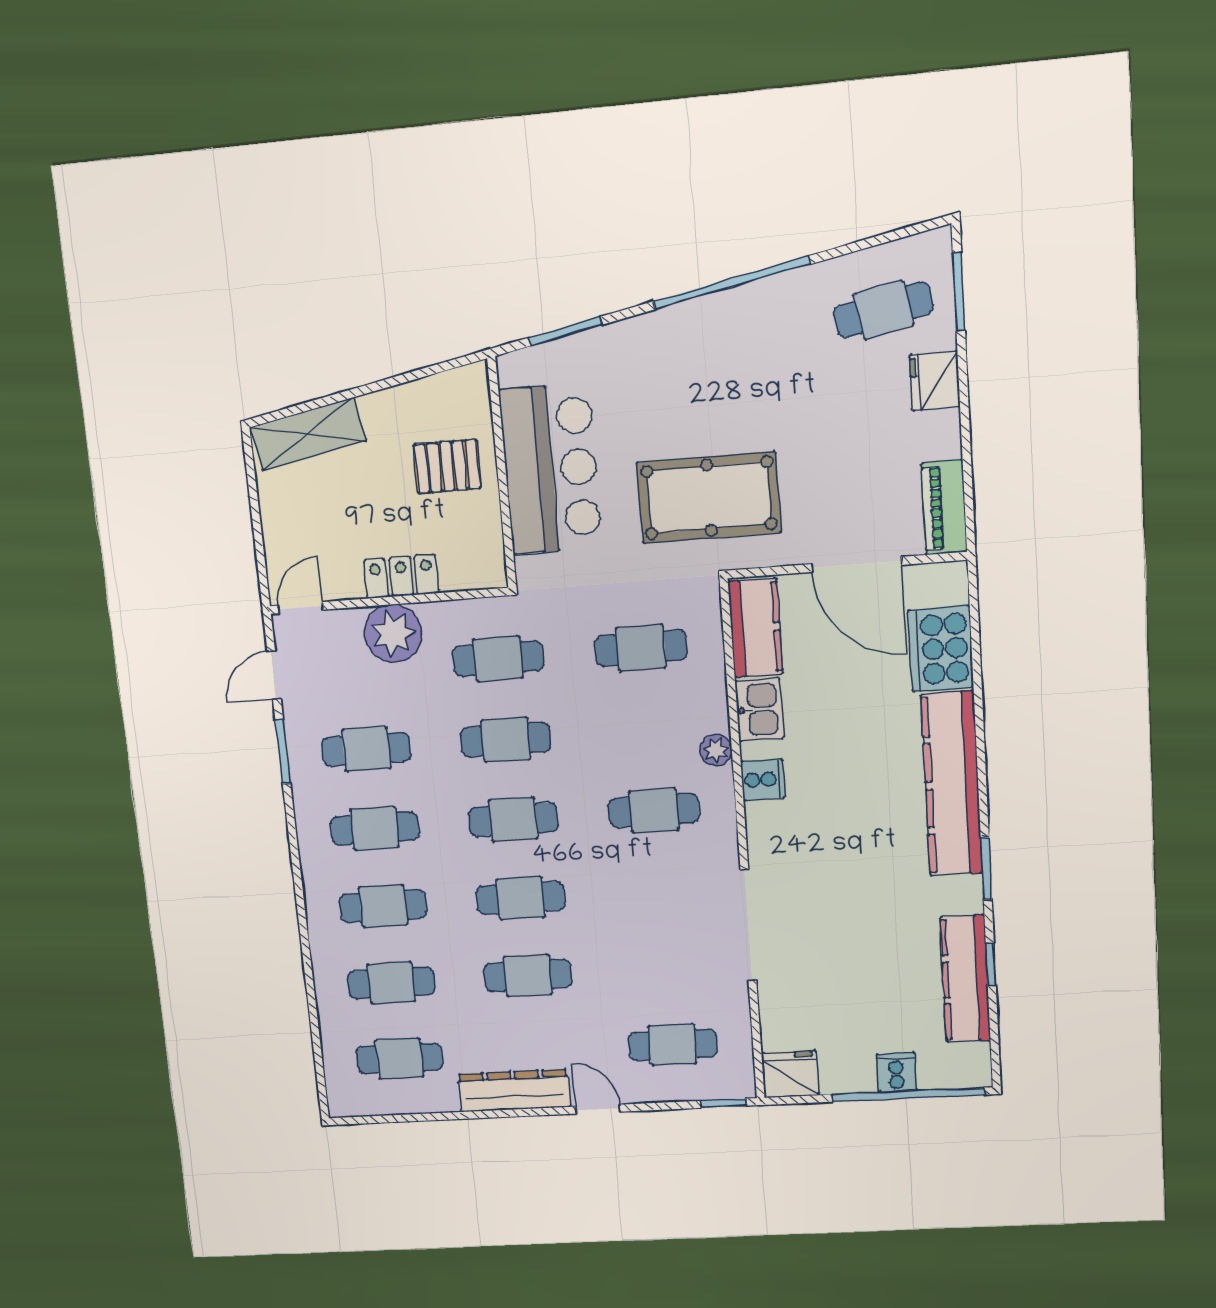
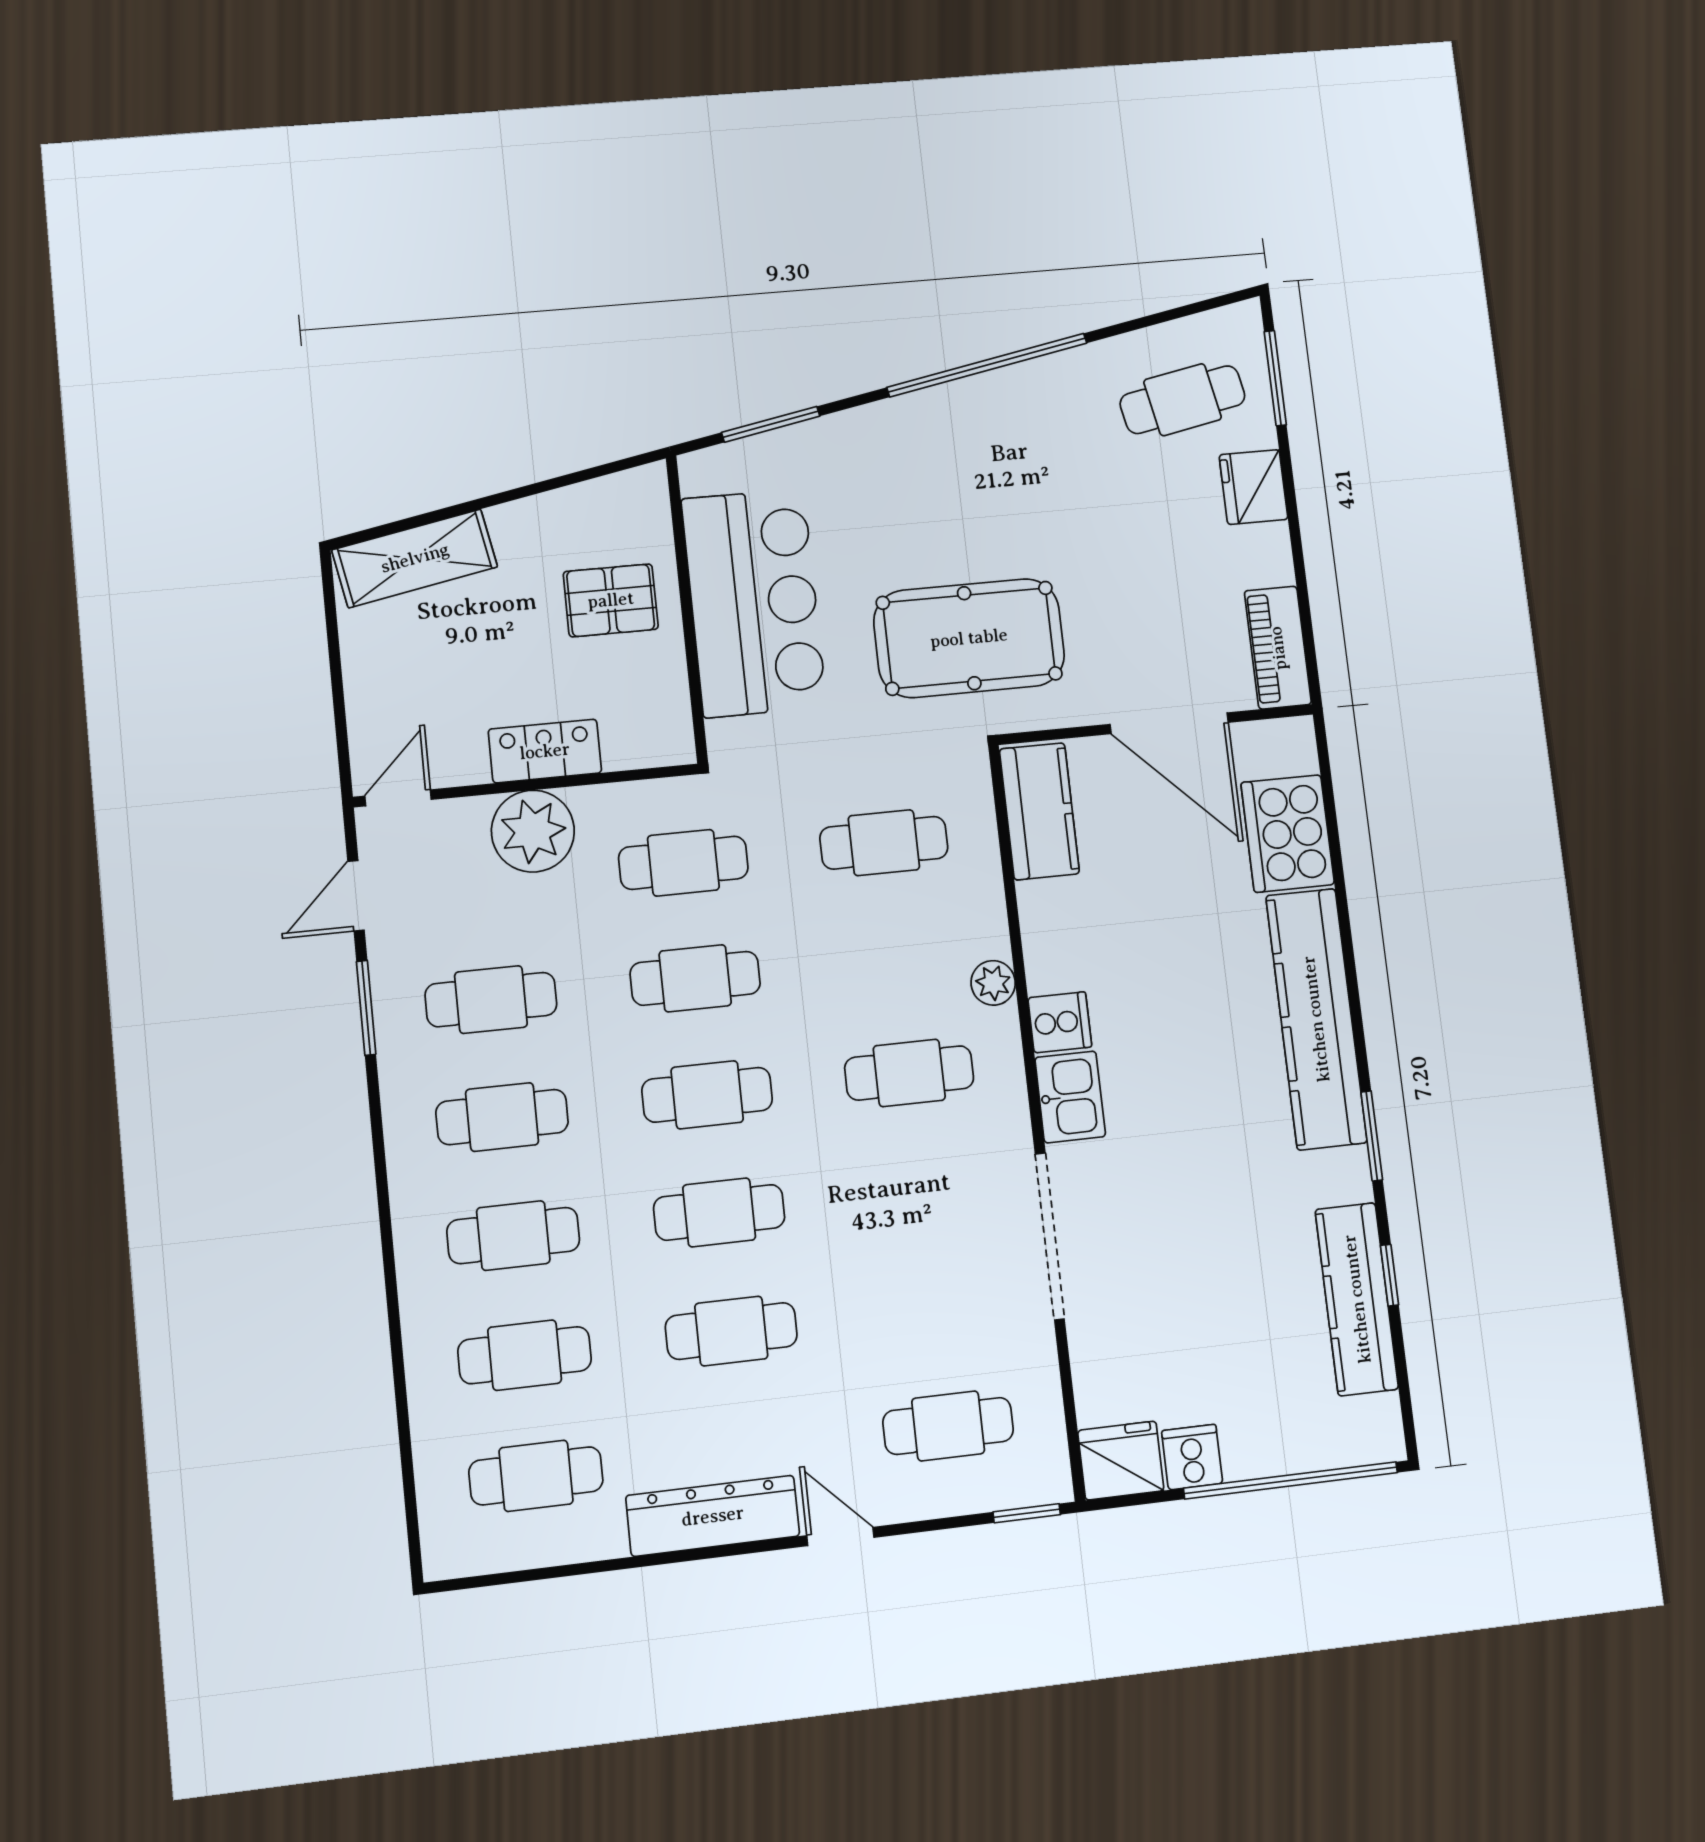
kitchen sink: (759, 710) -> (1070, 1097), moved
cooker: (896, 1073) -> (1192, 1457), moved

